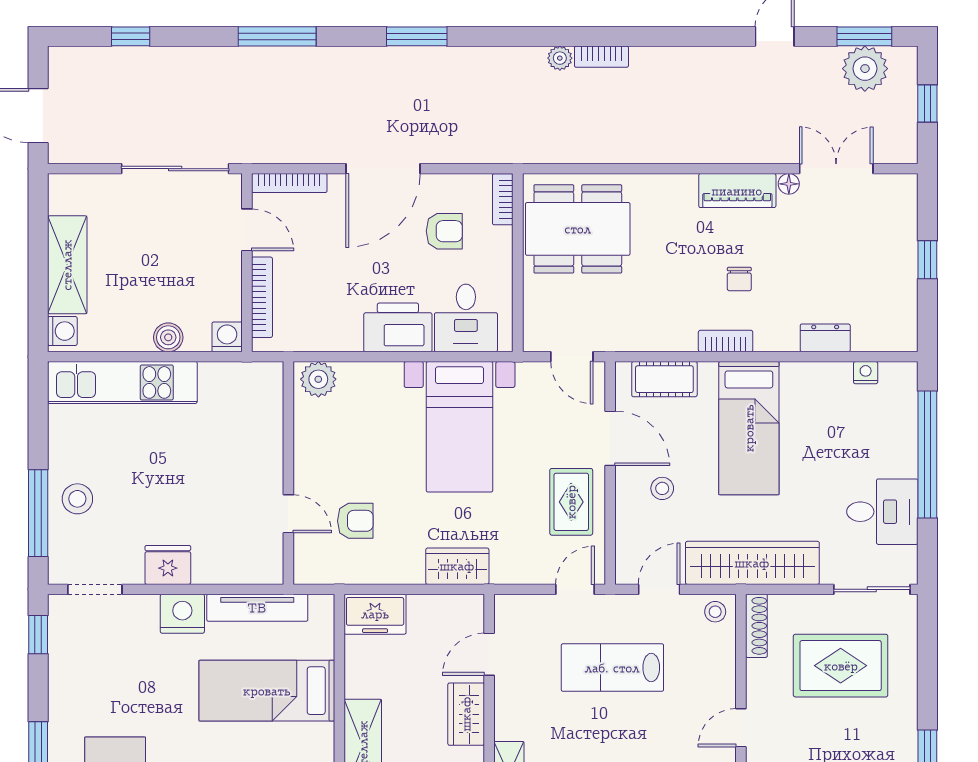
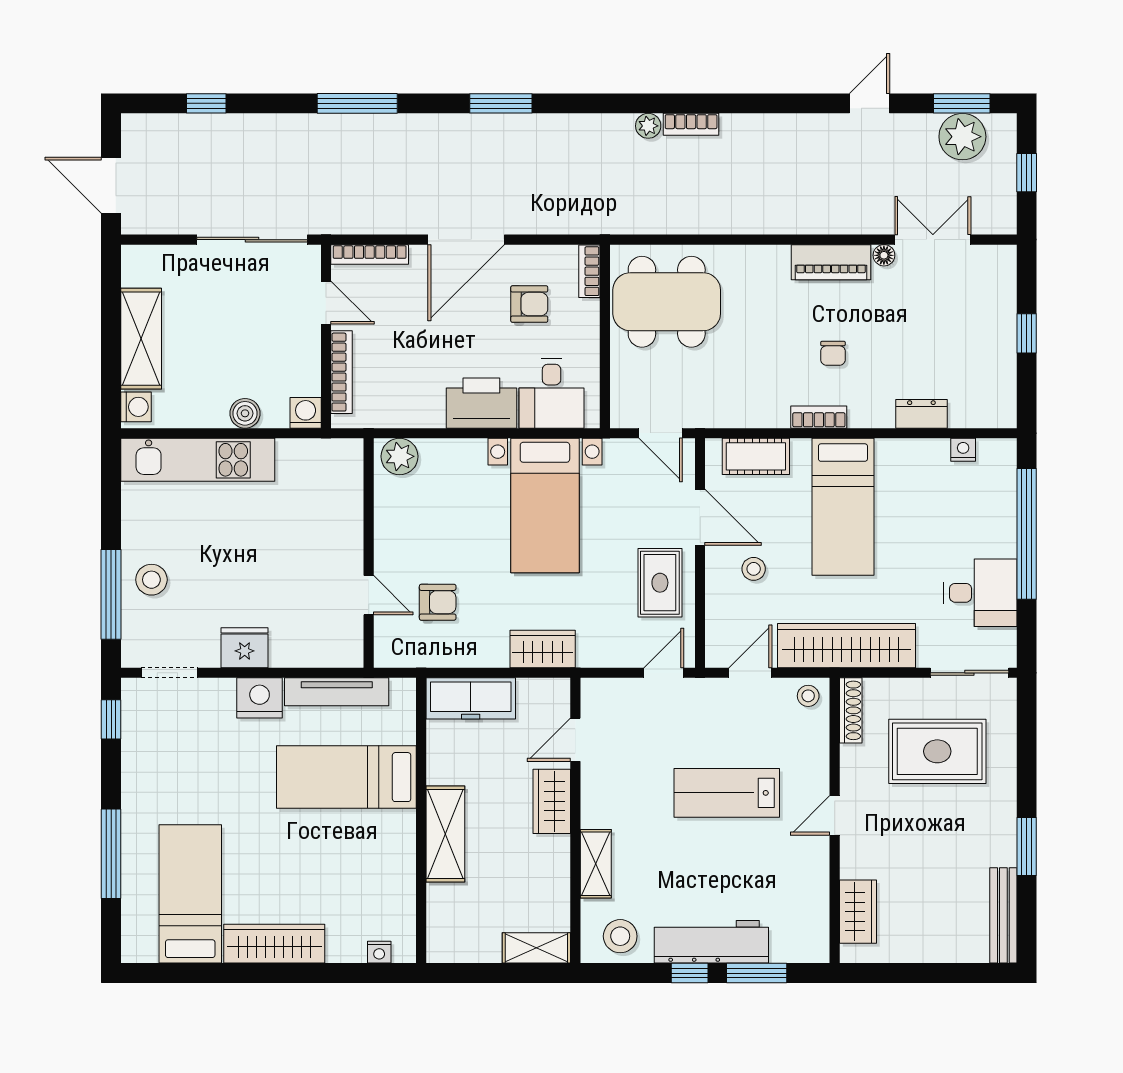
freezer: (375, 614) -> (471, 698), width x1.40
lab bench: (612, 668) -> (727, 793), moved

